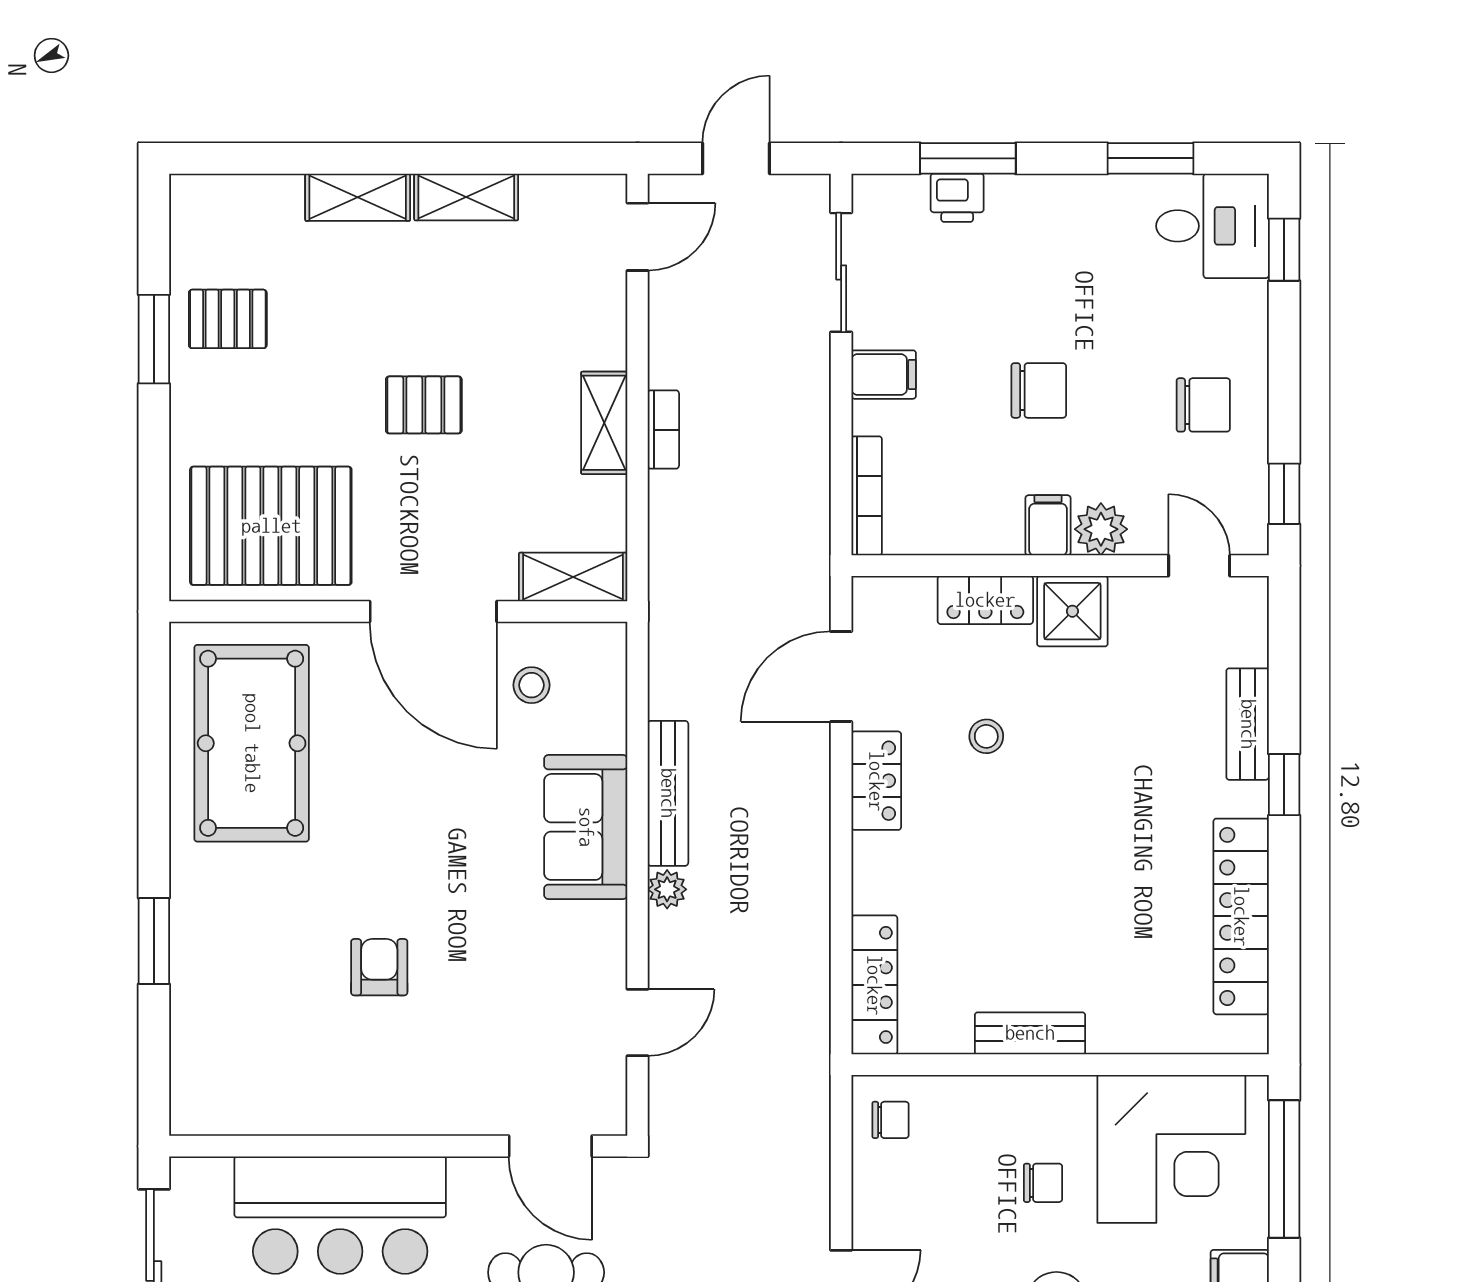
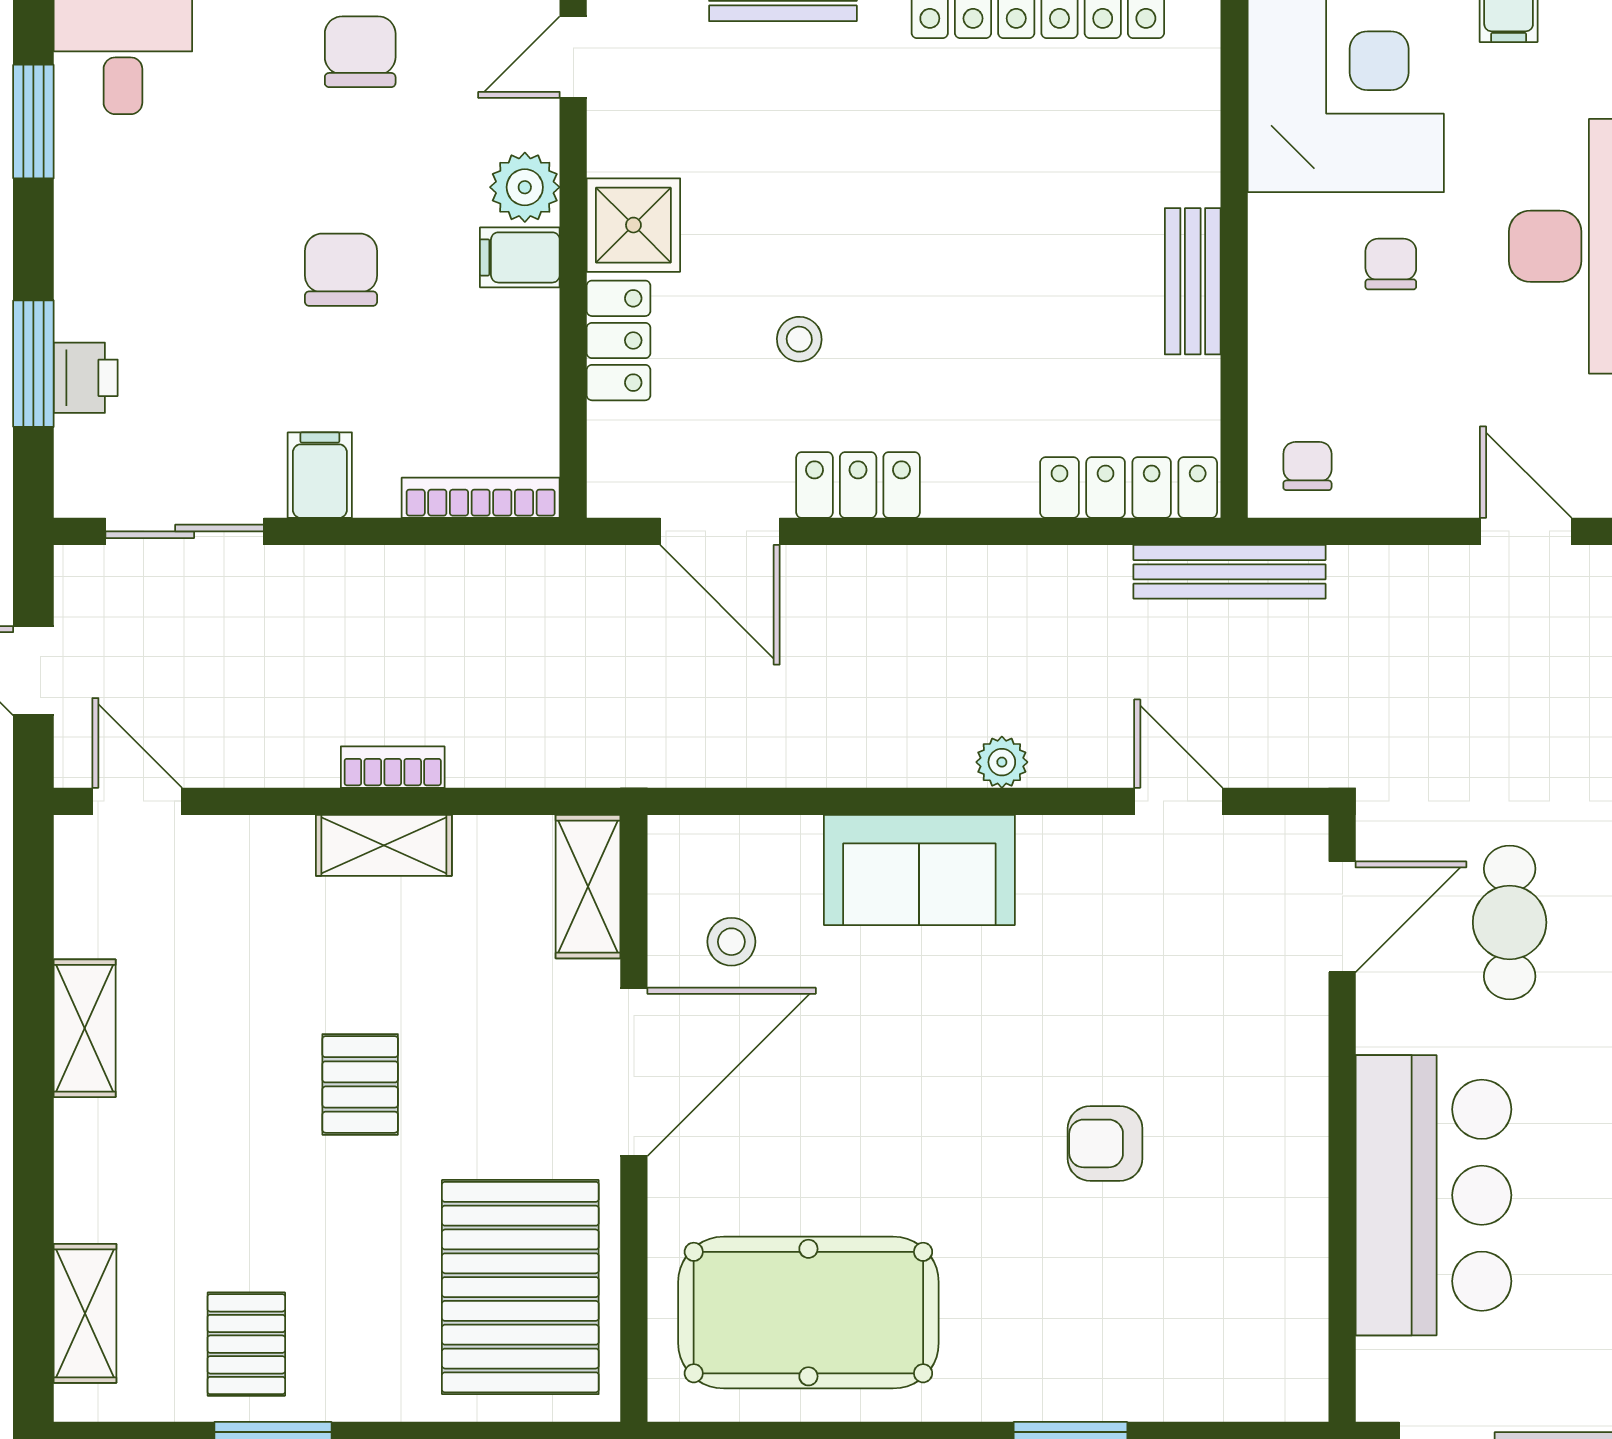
shelving: (358, 197) -> (85, 1313), moved
bench: (668, 793) -> (1230, 572), moved

